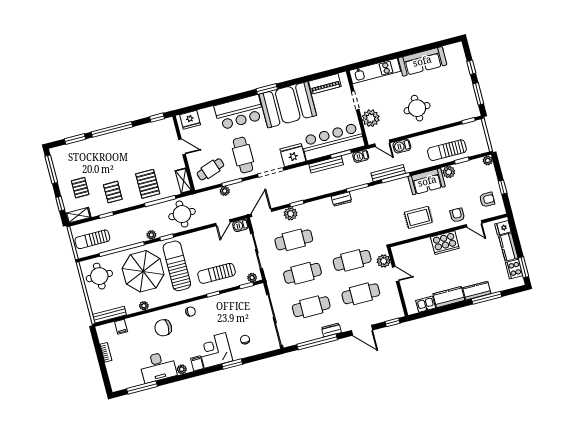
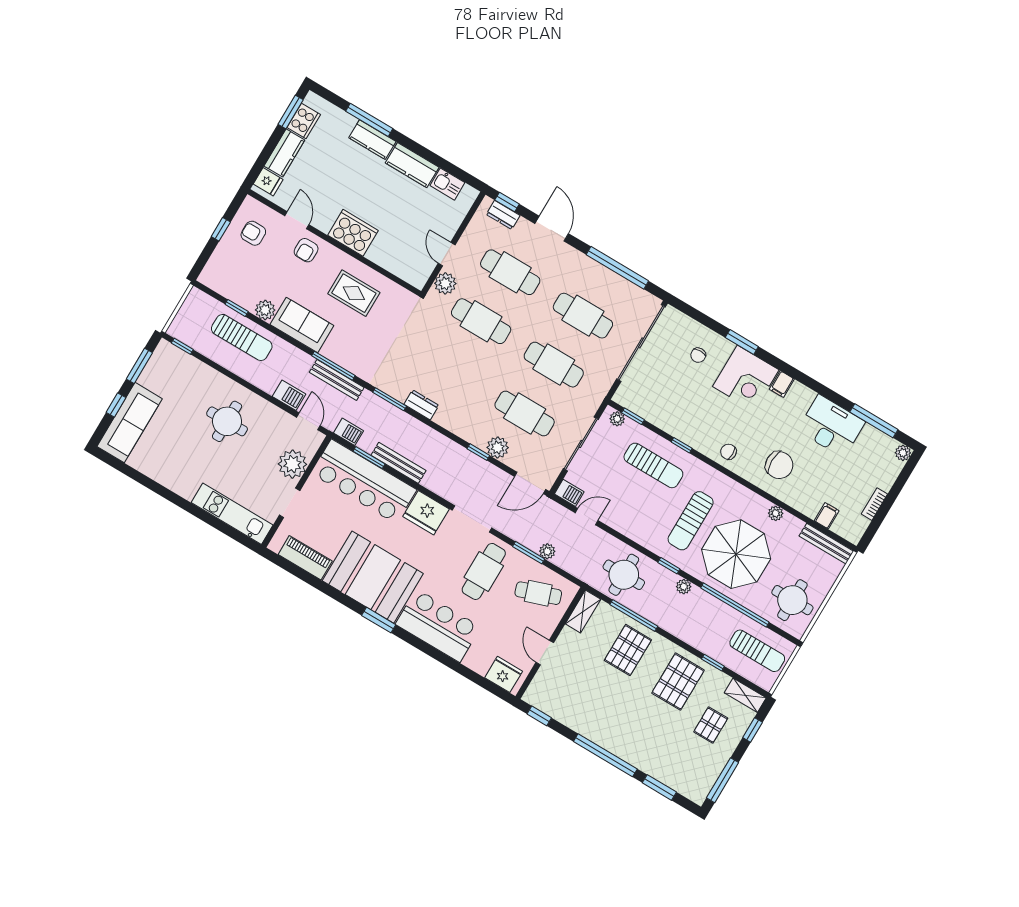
sofa: (422, 61) -> (130, 423), moved, turned 90
plant: (488, 160) -> (207, 278), removed
pallet: (113, 192) -> (678, 682), width x1.50, depth x1.42
sun lounger: (177, 266) -> (691, 521), width x0.73, depth x0.75
dresser: (331, 330) -> (503, 215), moved
plant: (182, 369) -> (903, 453), moved

